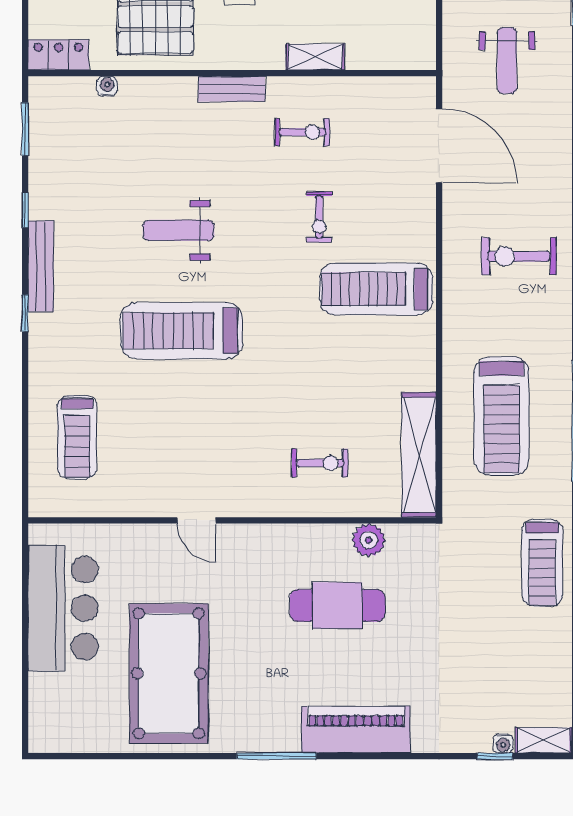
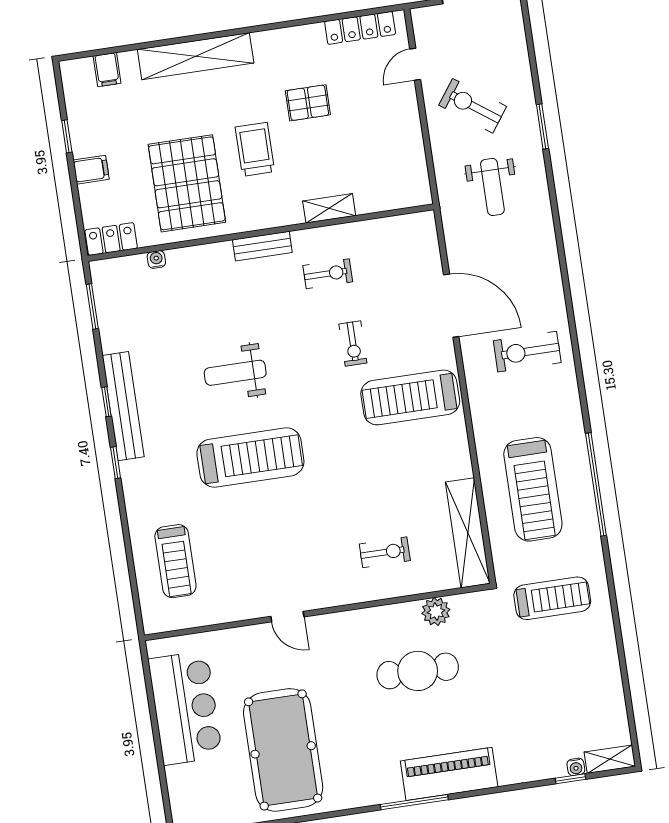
door: (439, 146) -> (451, 306), moved
window: (25, 210) -> (106, 402), moved
bench: (41, 266) -> (123, 406), width x1.37, depth x1.21
treadmill: (181, 331) -> (250, 458), turned 180
treadmill: (542, 563) -> (552, 598), moved, turned -90
window: (276, 756) -> (414, 802), moved

